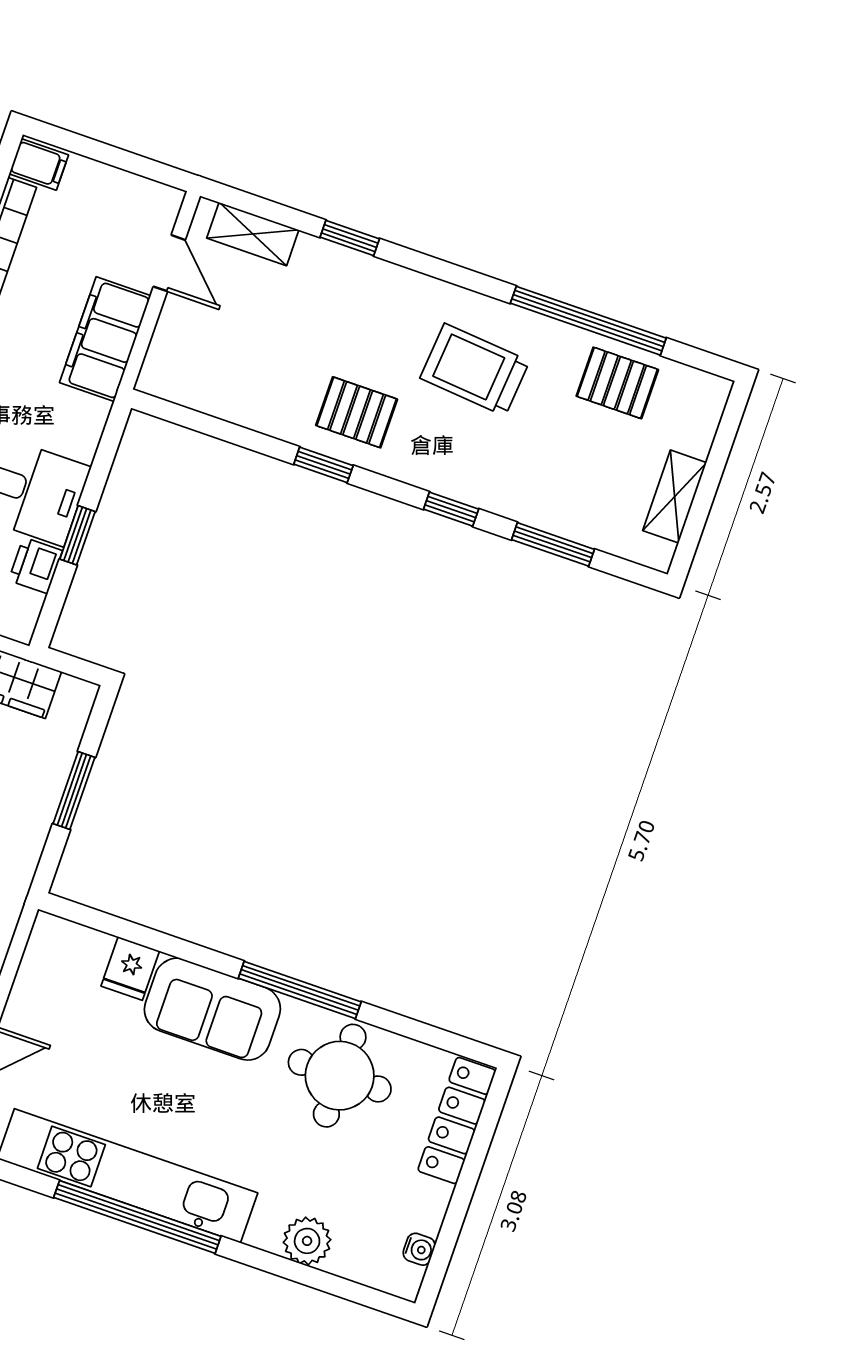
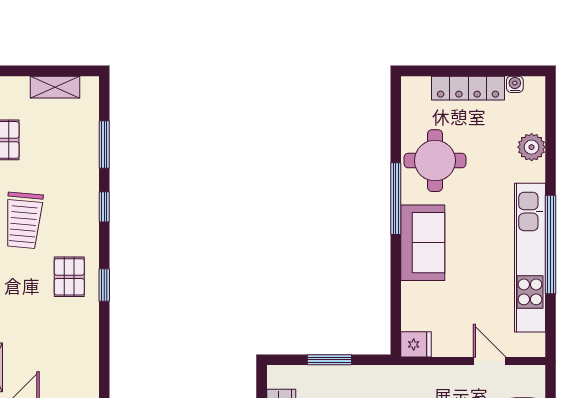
fridge: (130, 968) -> (416, 344), moved
locker: (457, 1121) -> (468, 88), moved

